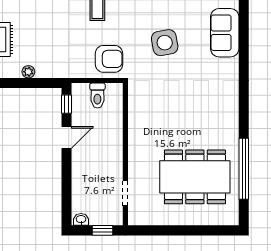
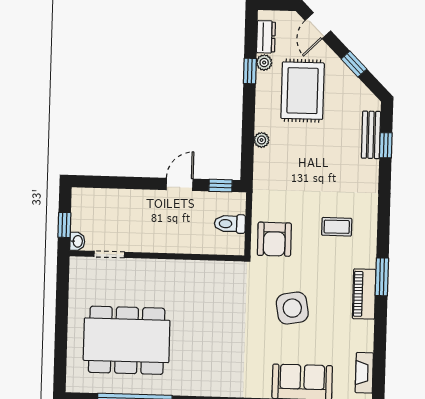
door: (67, 137) -> (180, 184), swing flipped
dining table: (195, 177) -> (127, 340), turned 90
washbasin: (81, 219) -> (77, 241), moved

